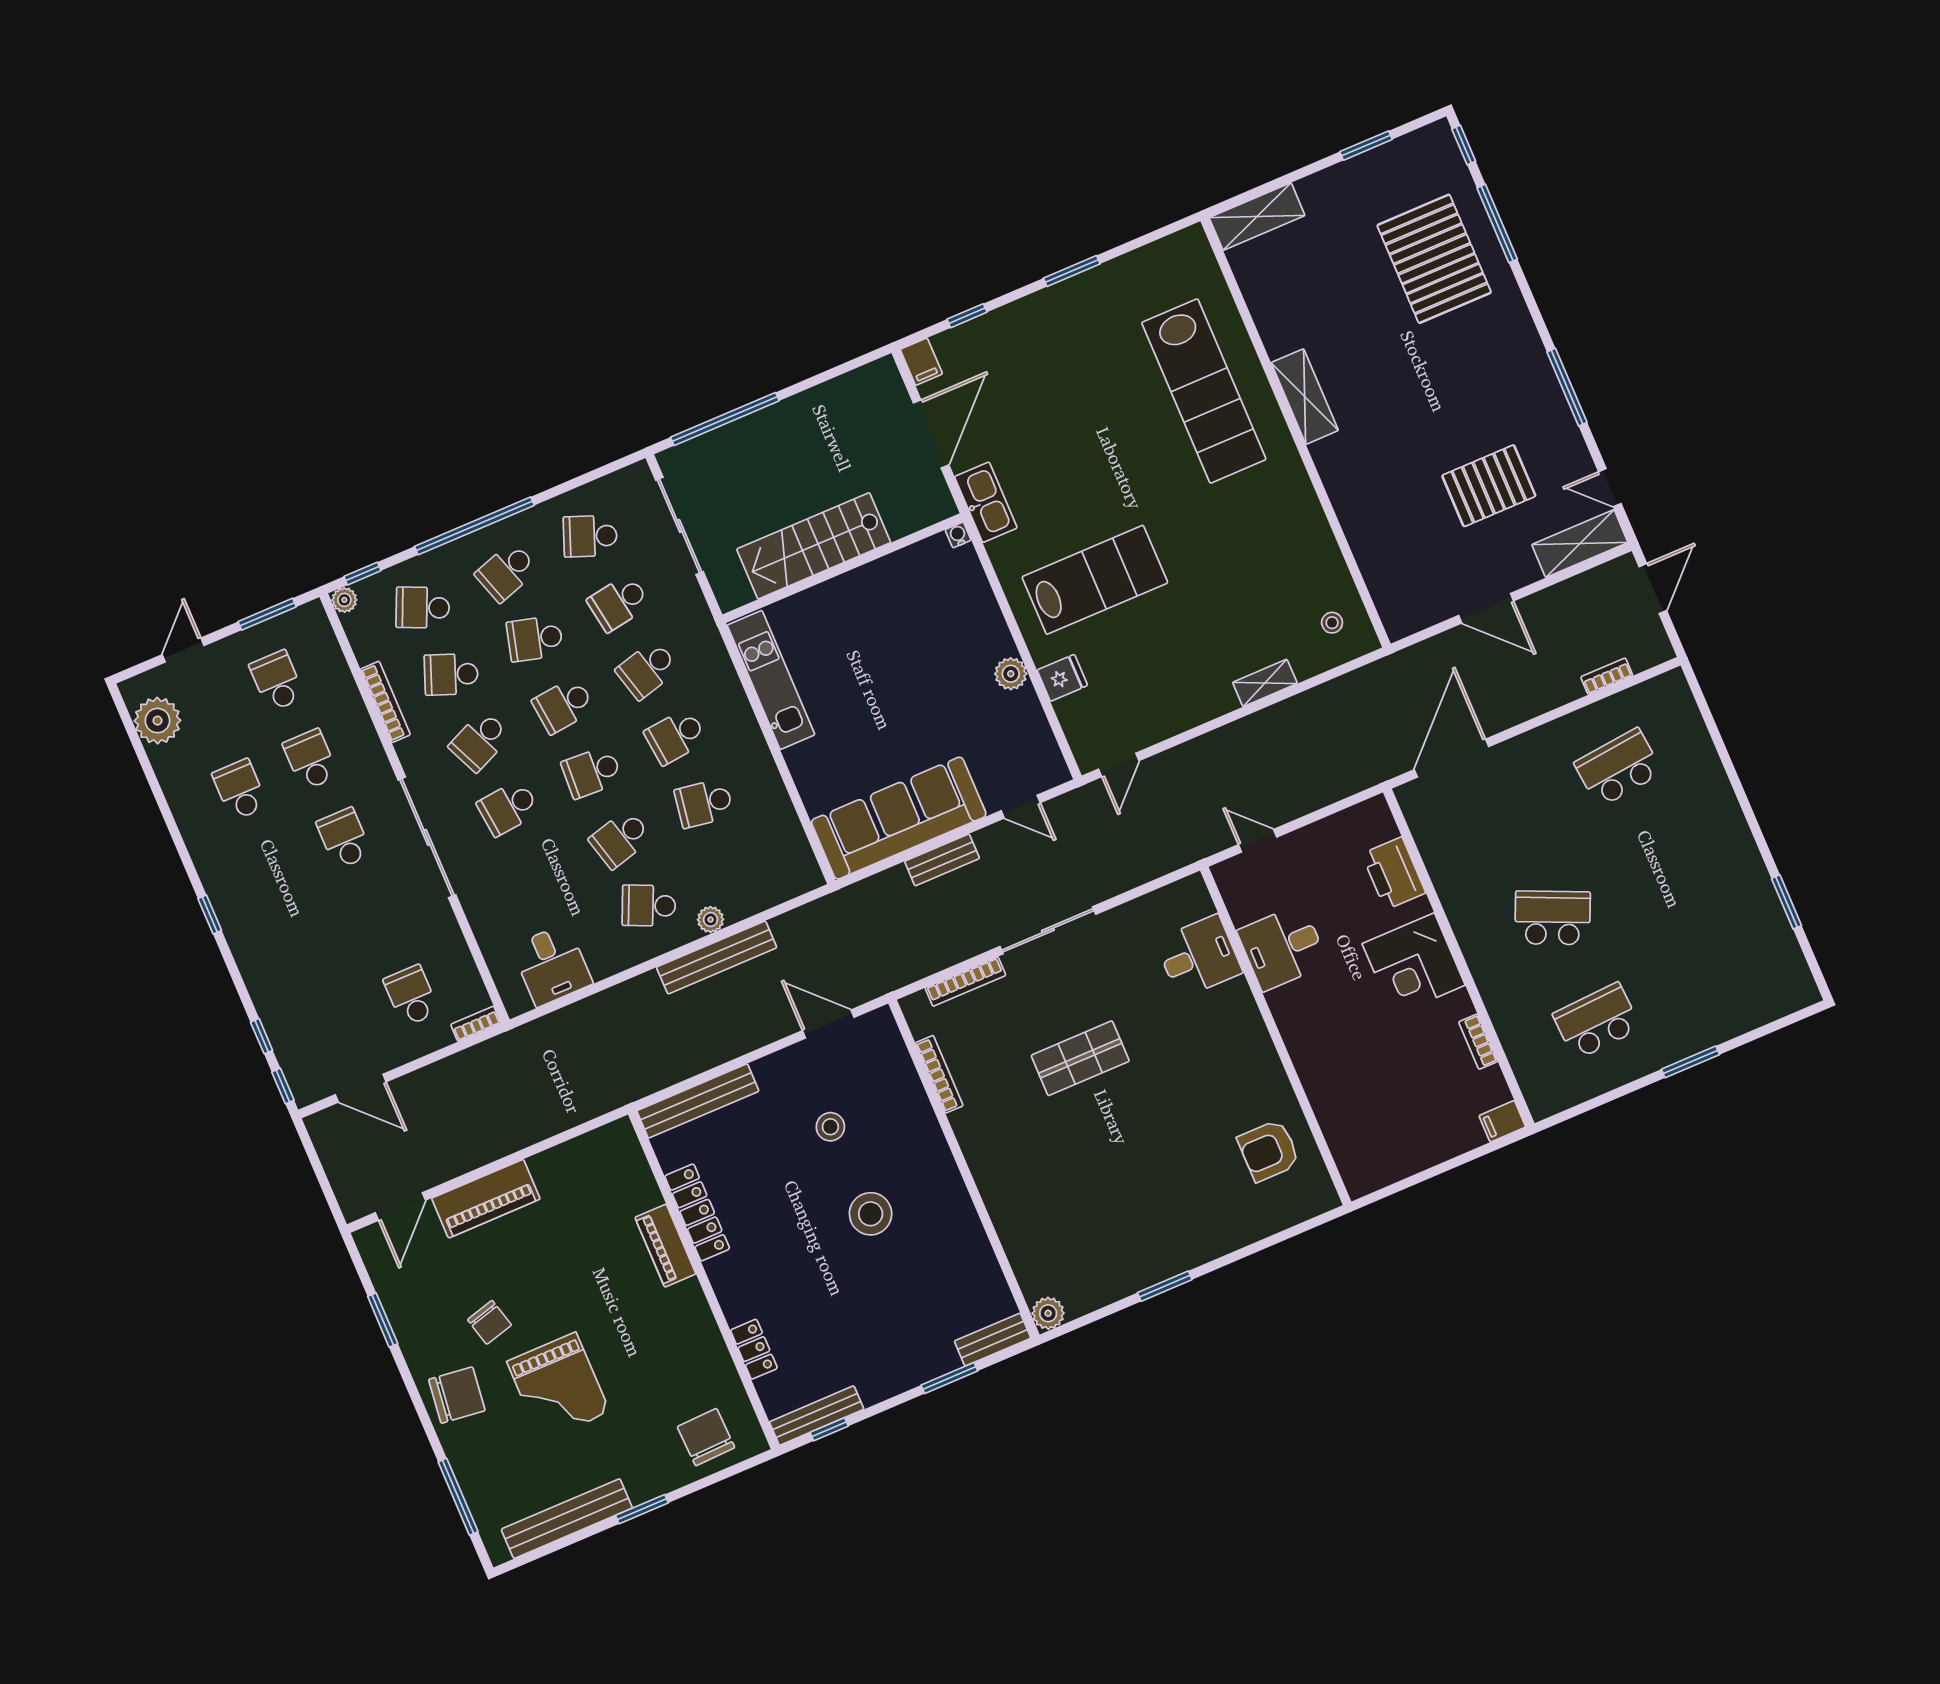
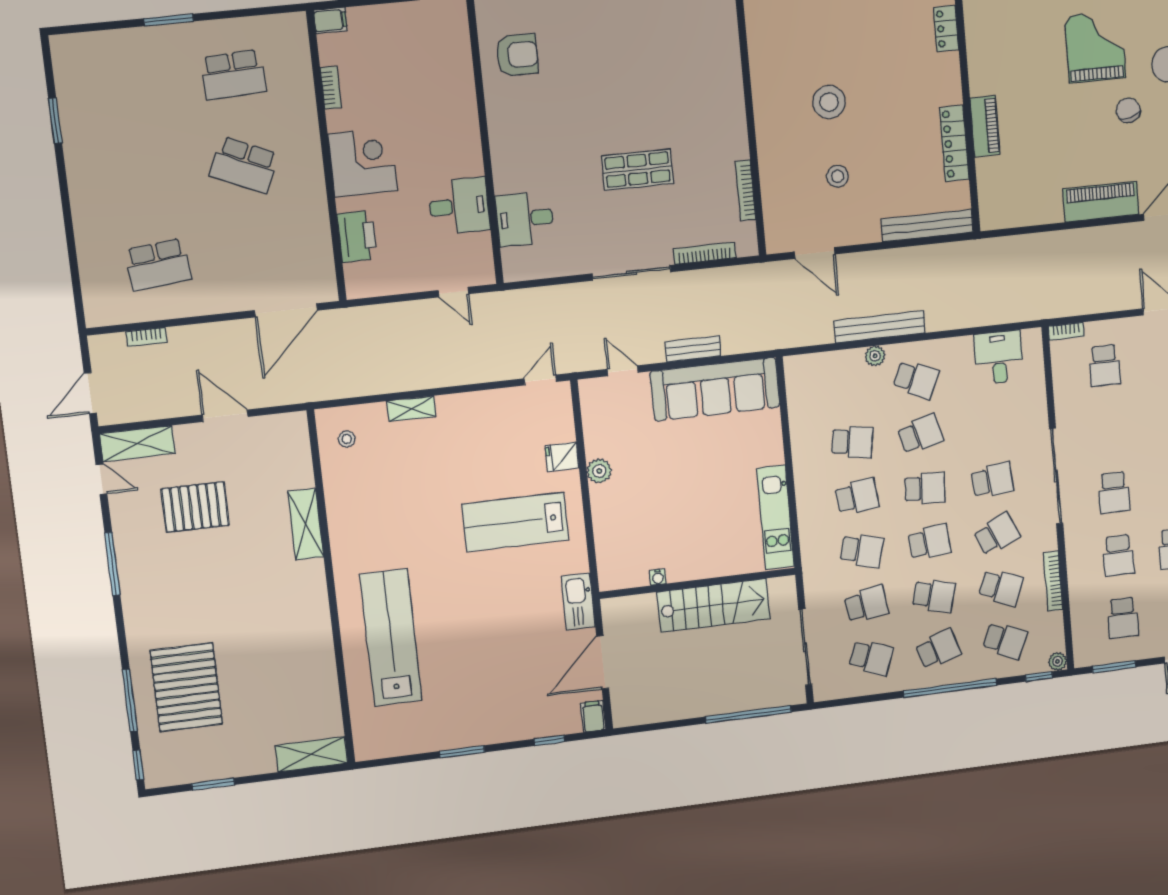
shelving: (1305, 397) -> (306, 524), moved
water cooler: (958, 535) -> (658, 577), moved
school desk: (647, 670) -> (862, 551), turned 30

